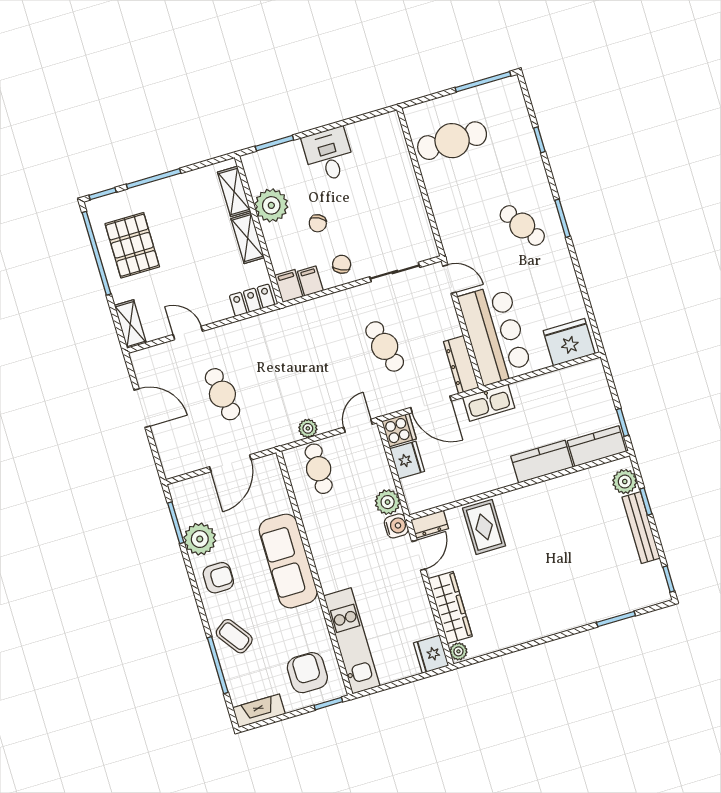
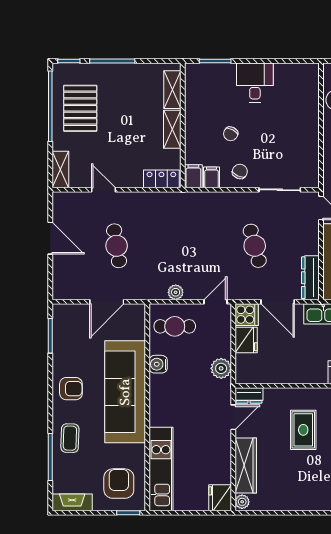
plant: (271, 205) -> (198, 109), removed
cafe table: (319, 469) -> (175, 326), turned 90
water cooler: (396, 526) -> (158, 364), moved, turned 180
rug: (484, 527) -> (303, 430), moved
plant: (200, 539) -> (65, 354), removed
sofa: (288, 561) -> (125, 392), width x1.36, depth x1.27
coffee table: (234, 636) -> (70, 438), turned 38

